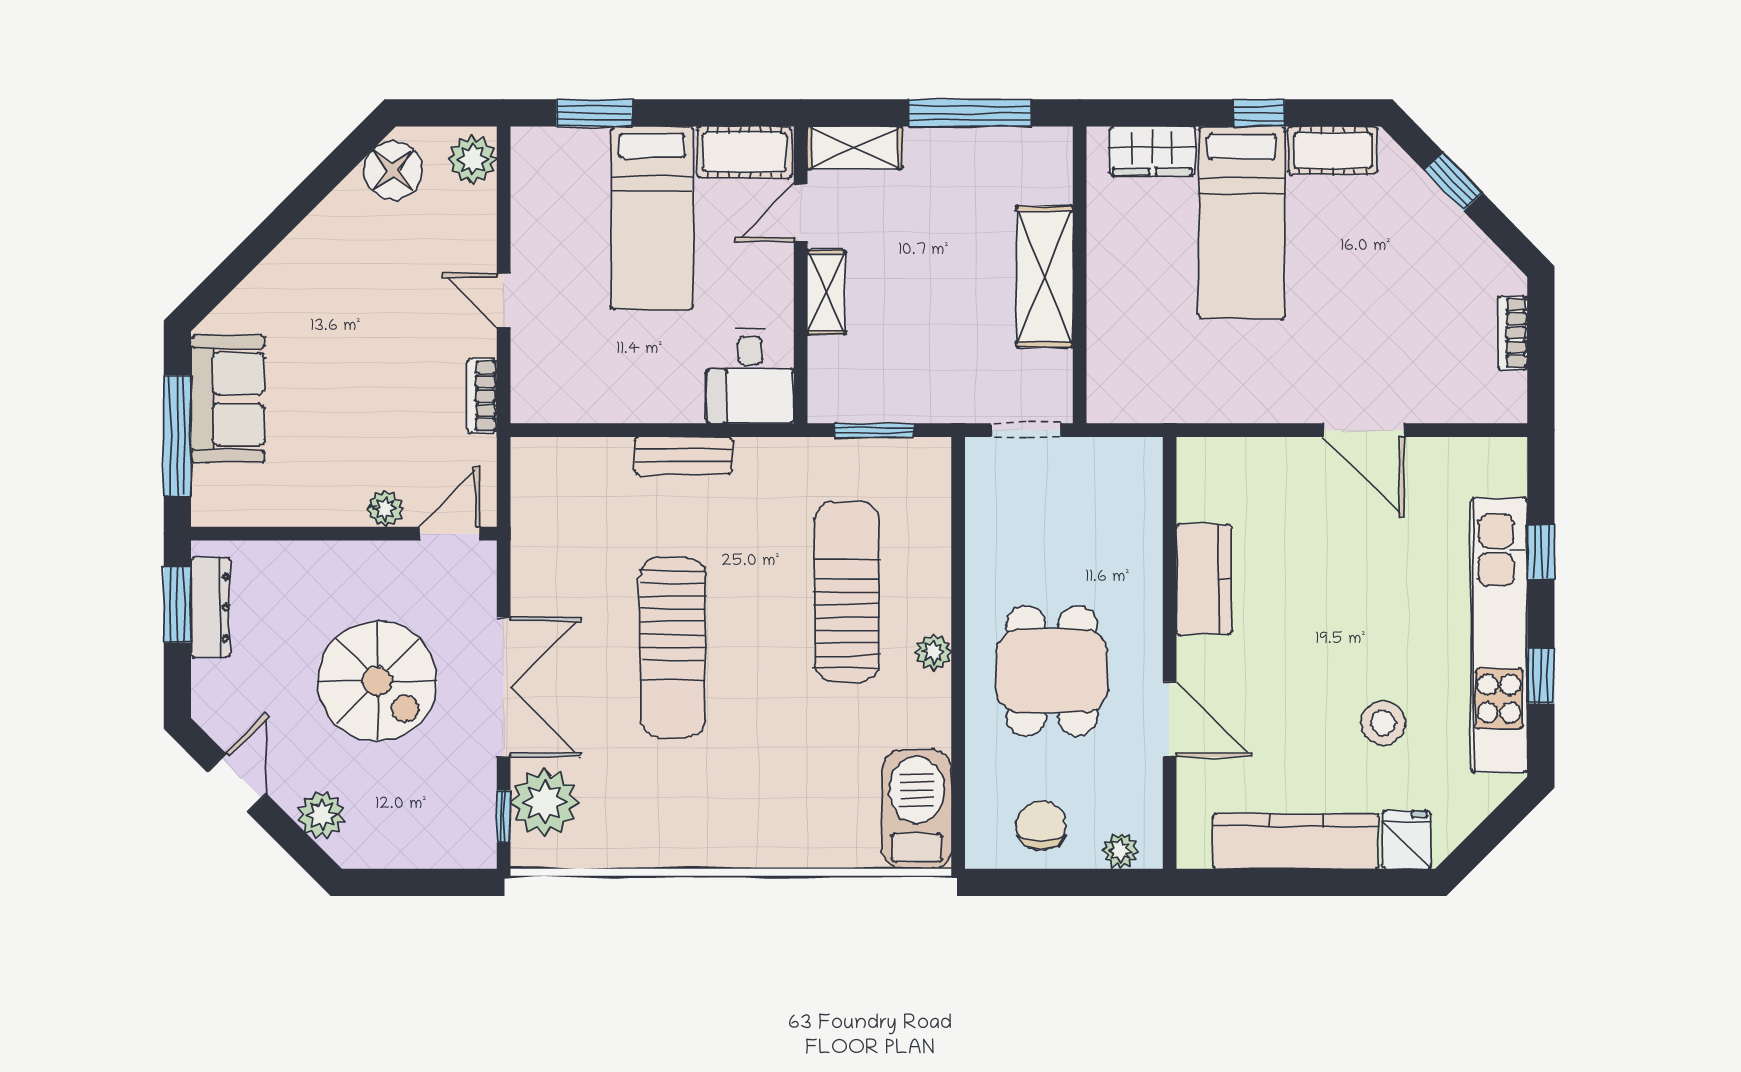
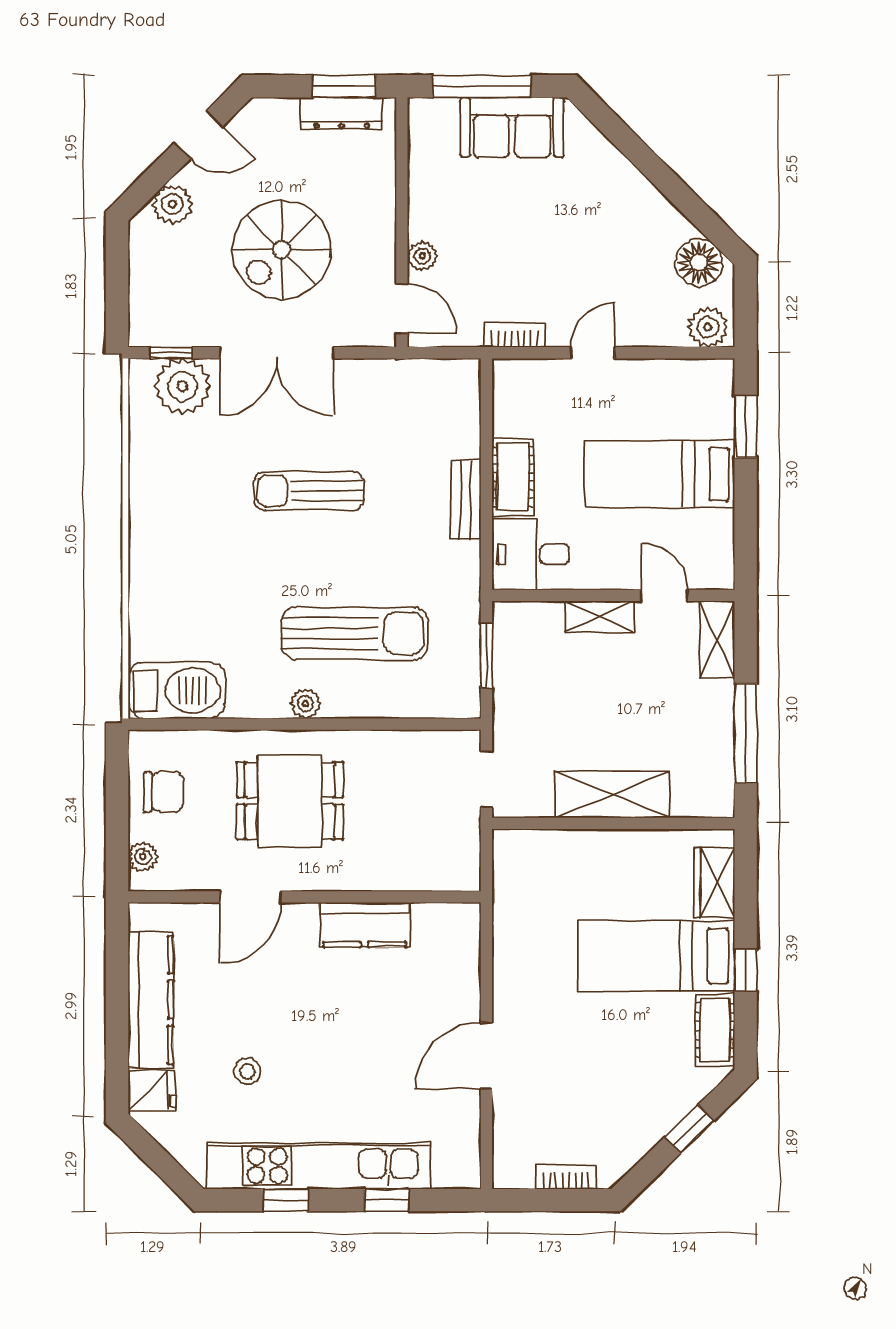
cot: (744, 152) -> (513, 477), moved
sun lounger: (673, 648) -> (309, 491), width x0.73, depth x0.75
stool: (1383, 723) -> (247, 1071), width x0.73, depth x0.73

